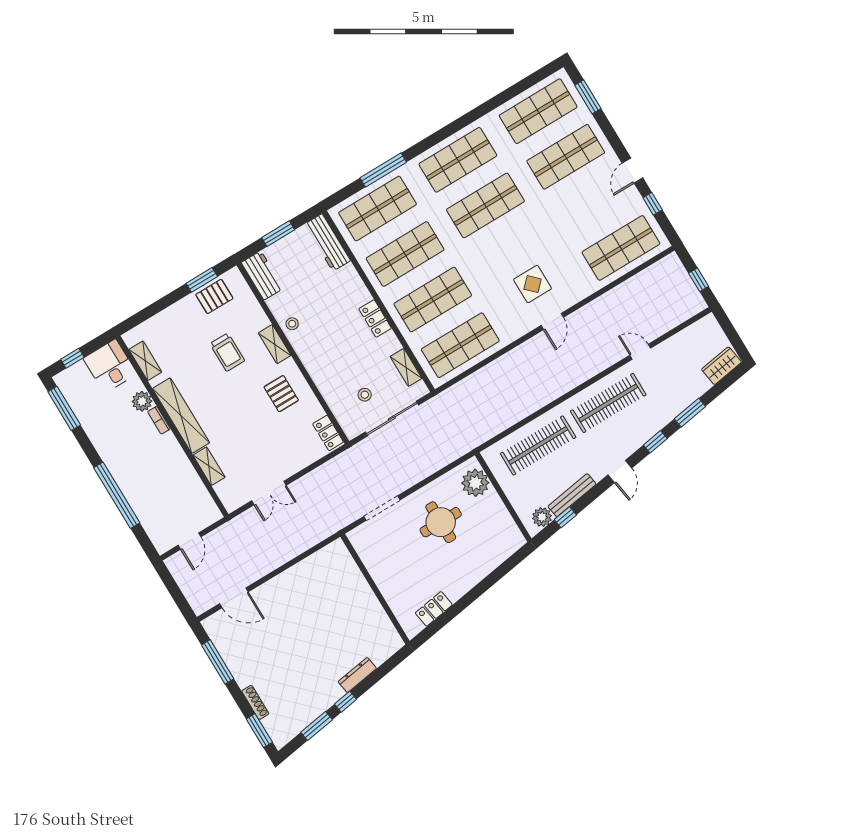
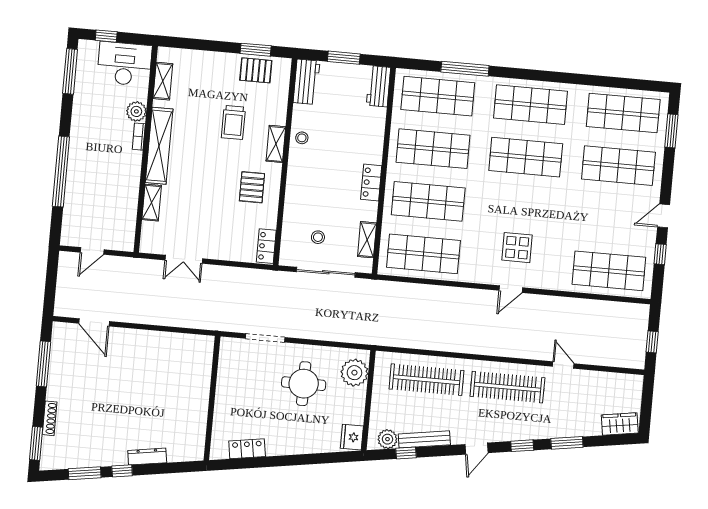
workbench: (327, 242) -> (379, 86), width x0.73
desk: (110, 366) -> (124, 64), width x1.37
fridge: (512, 537) -> (352, 437), added

